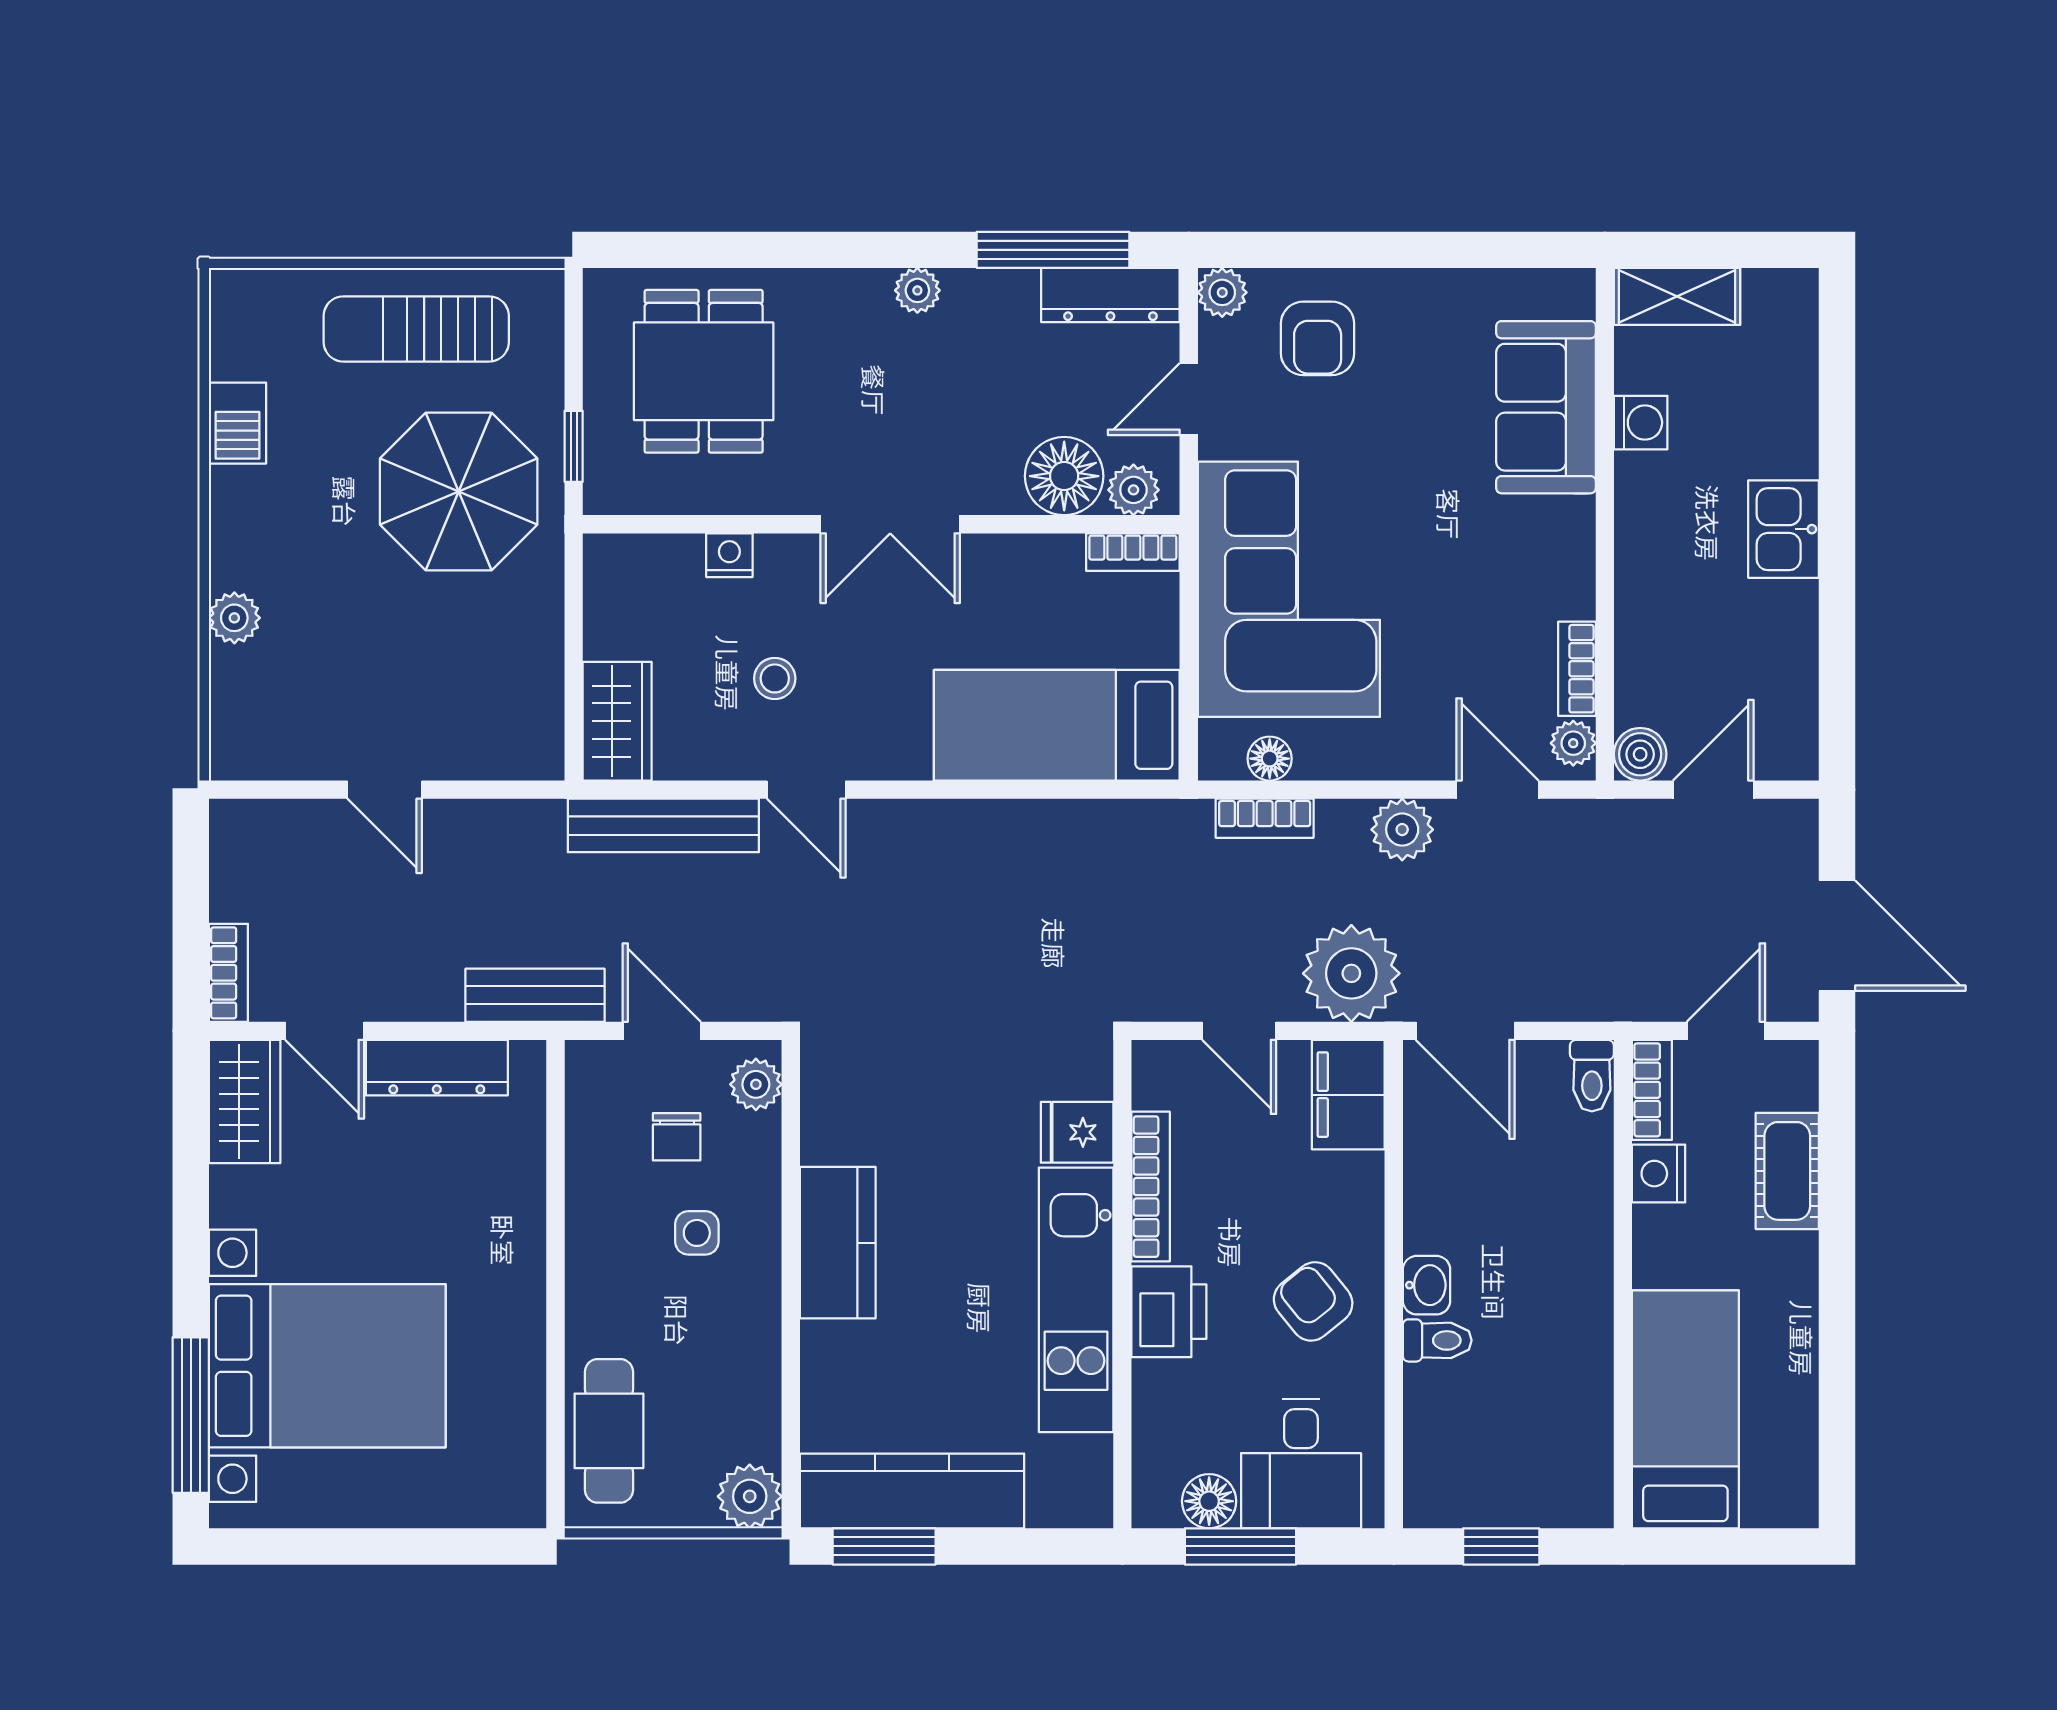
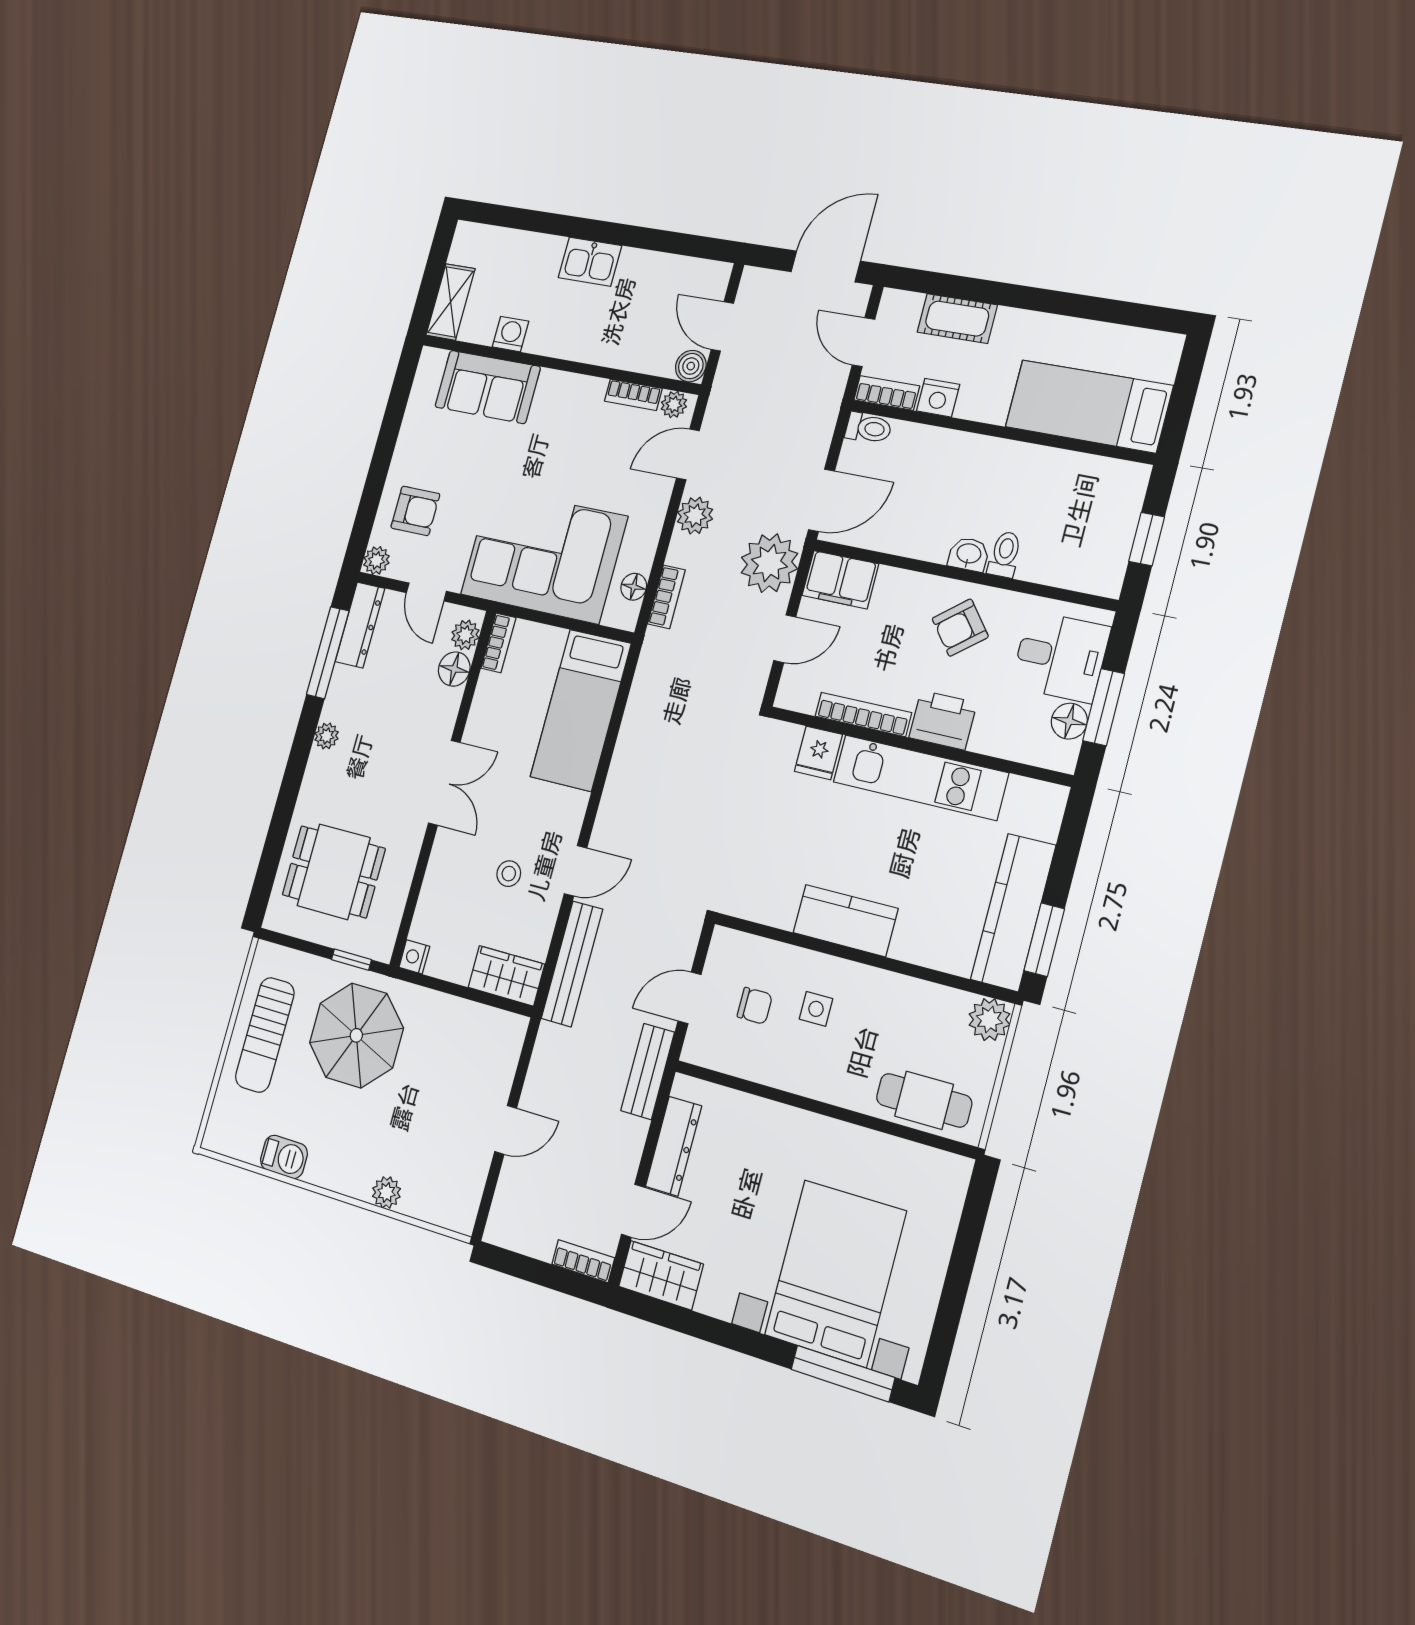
floor lamp: (1064, 476) -> (454, 669), width x0.73, depth x0.73
nightstand: (729, 555) -> (414, 957), moved
plant: (756, 1084) -> (737, 947), removed

